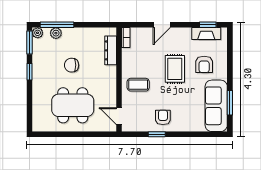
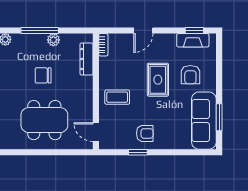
window: (57, 25) -> (40, 30), moved
plant: (56, 33) -> (53, 40), moved
armchair: (163, 117) -> (145, 133), turned 90

